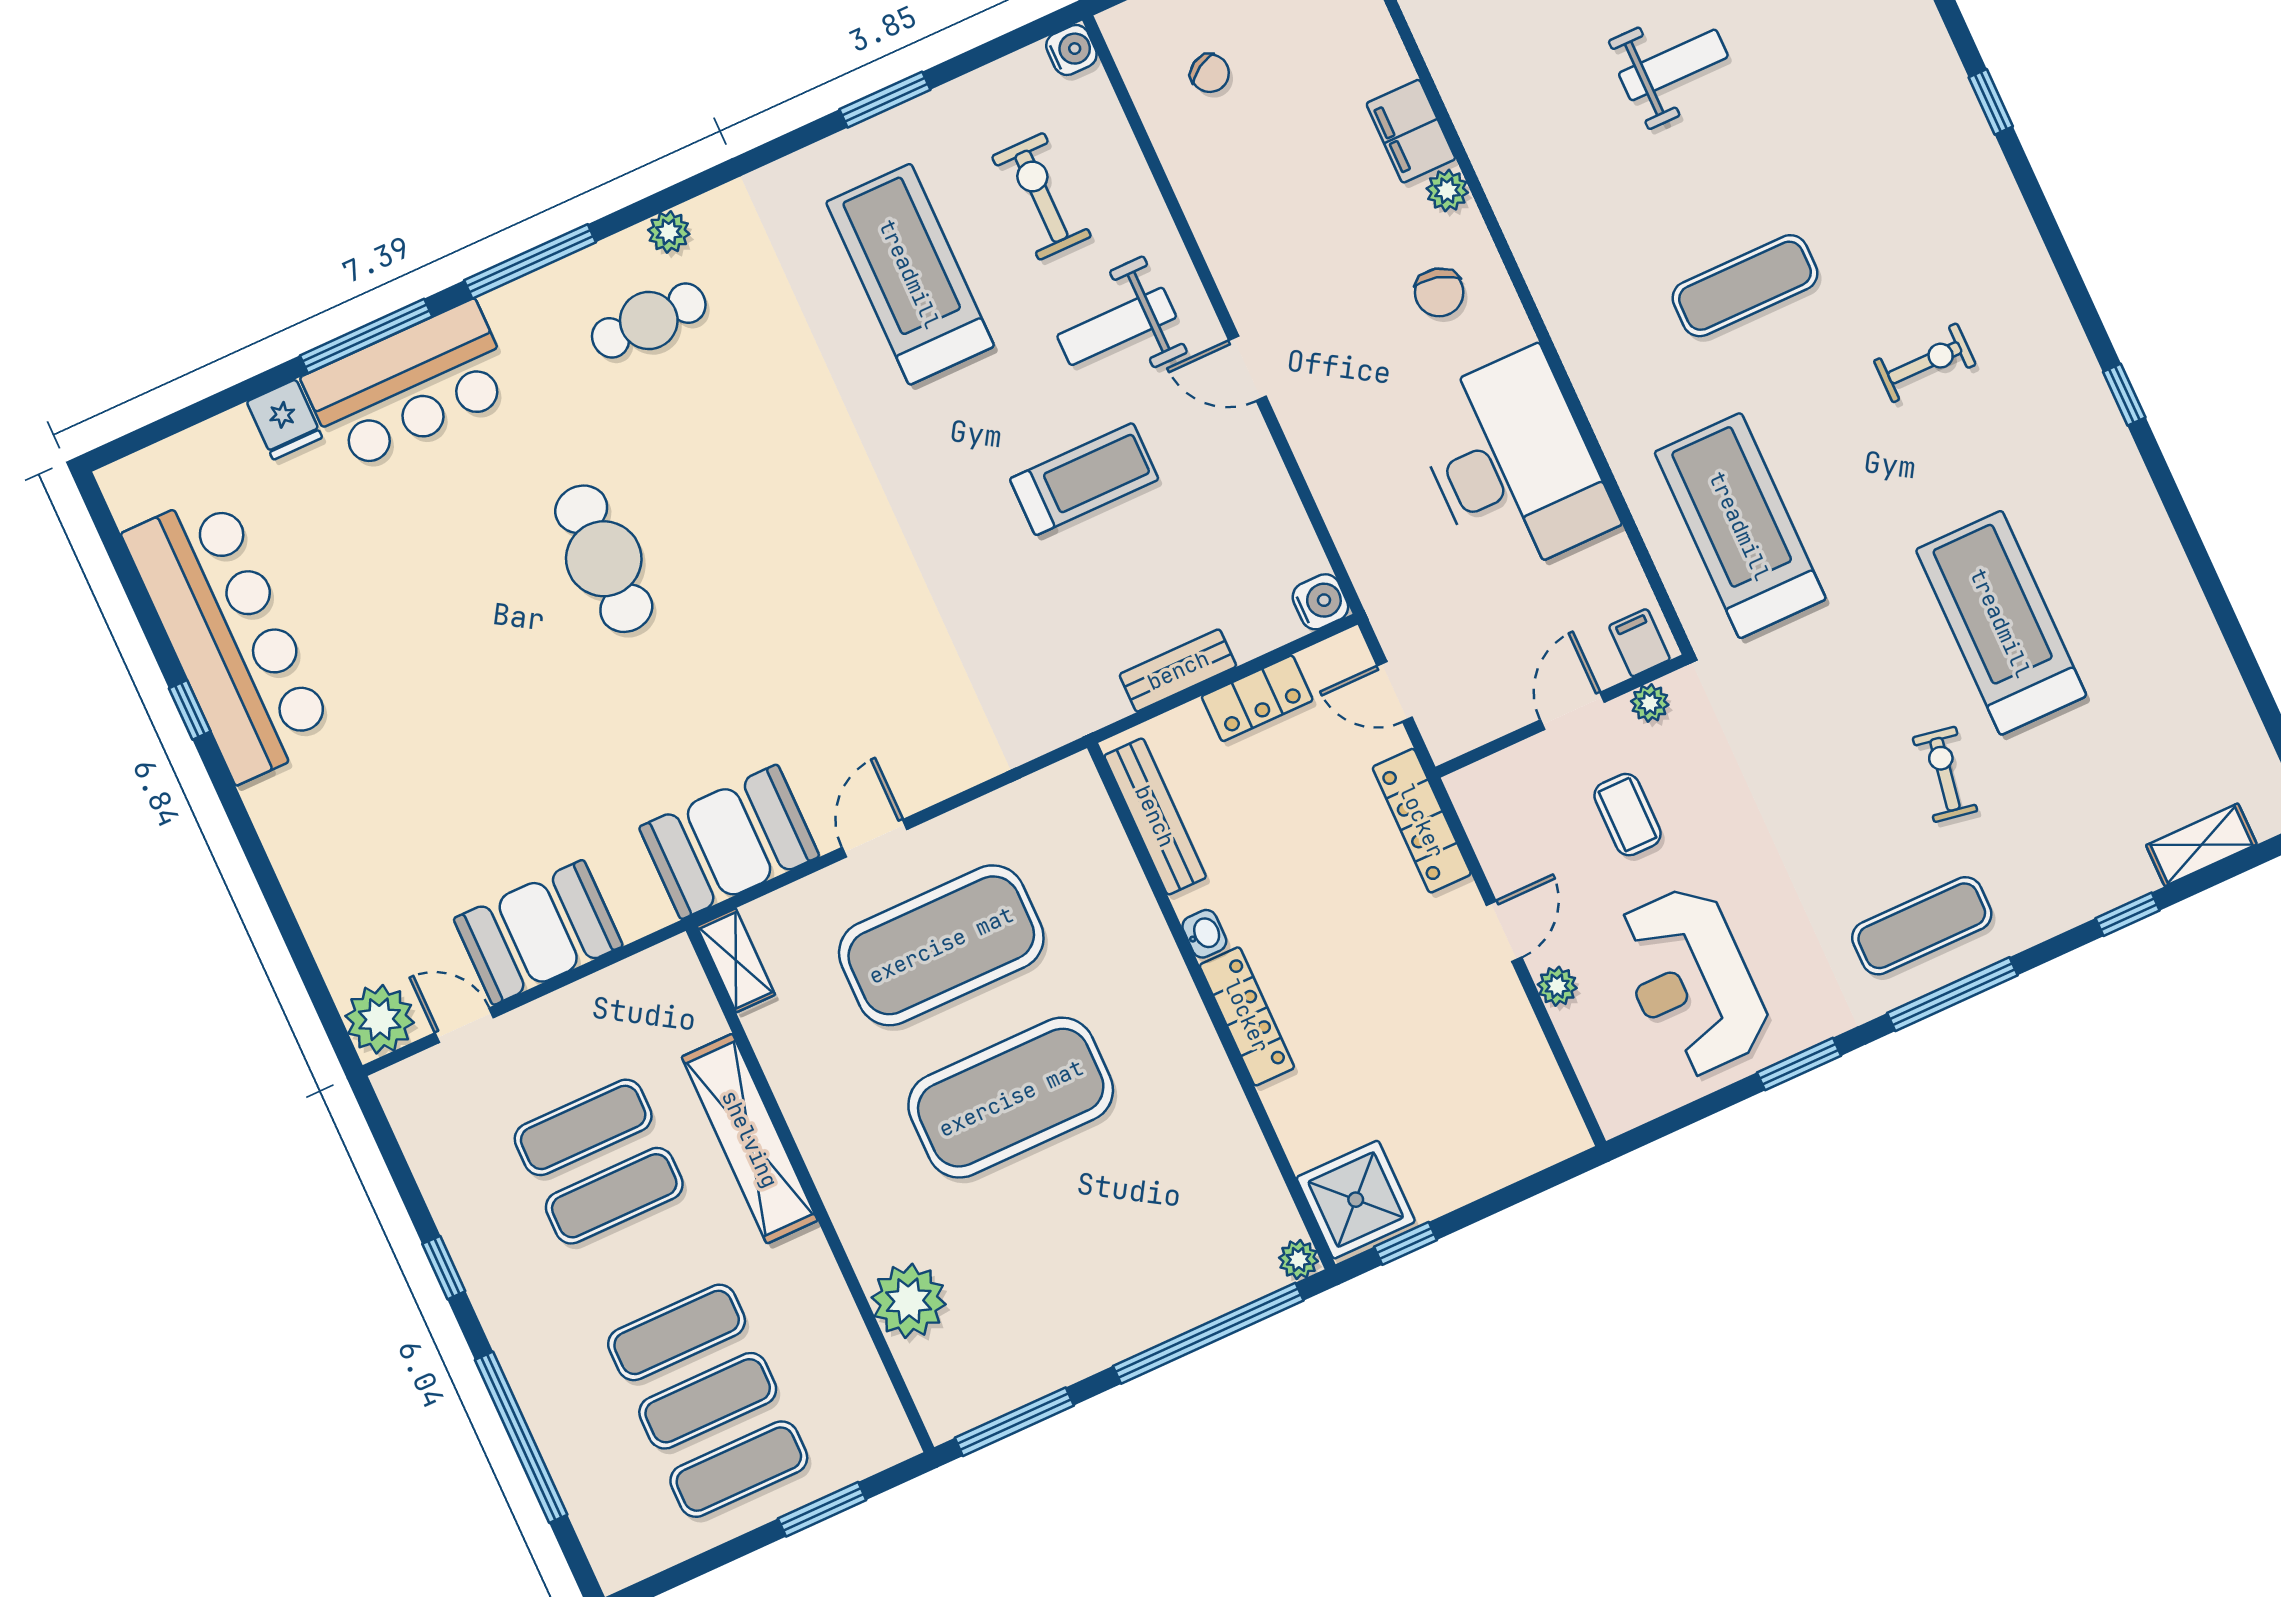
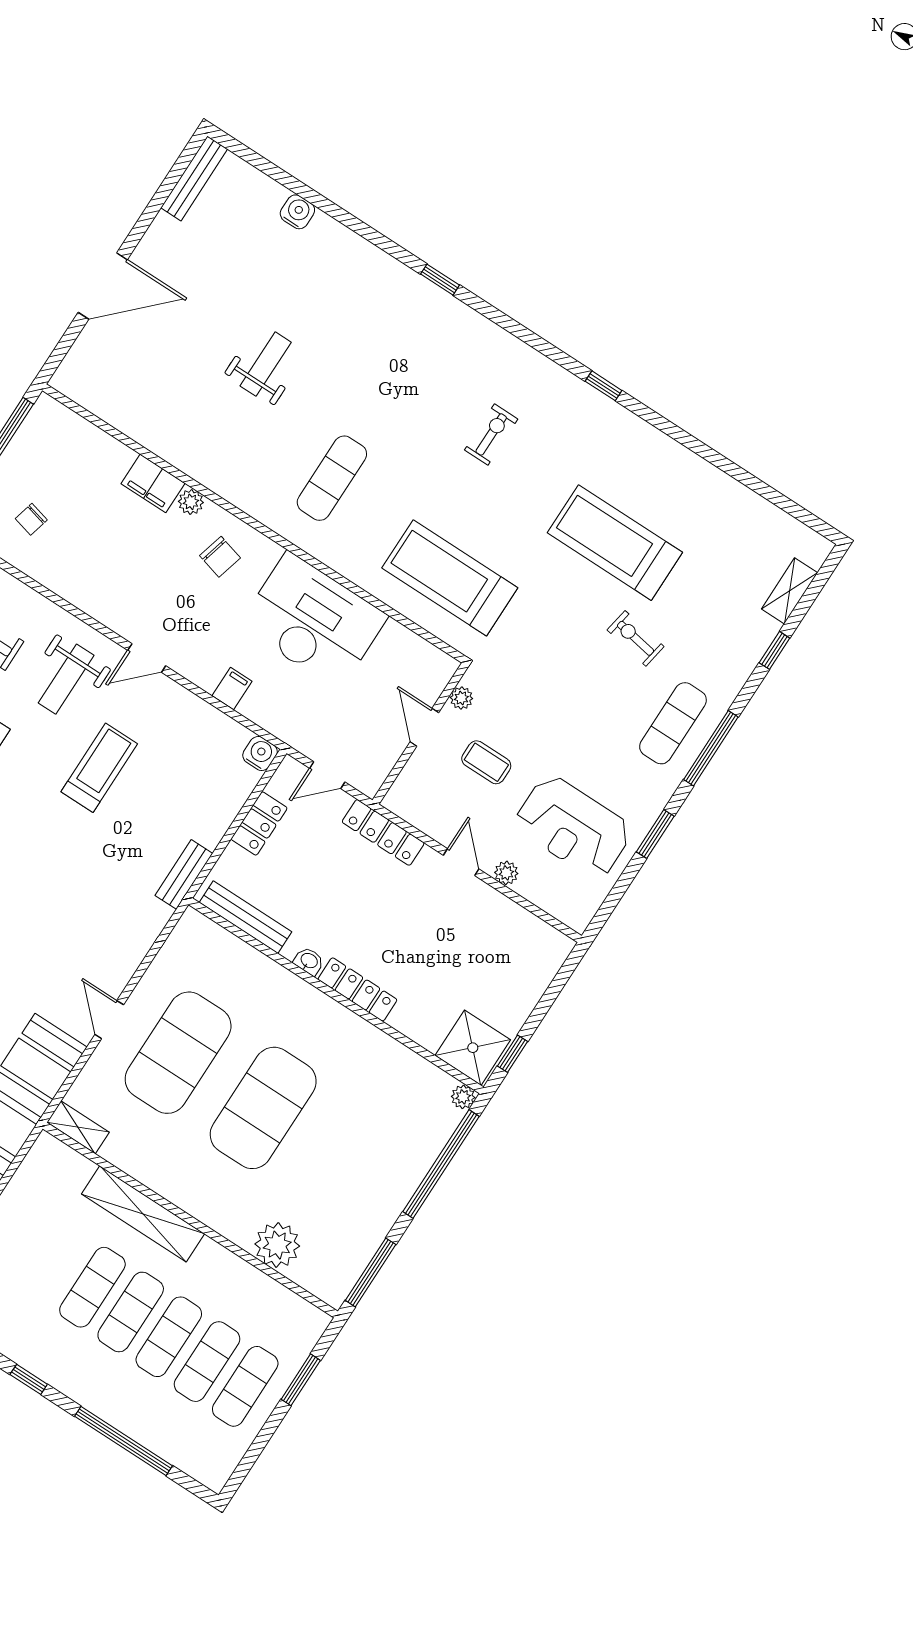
chair: (1210, 73) -> (31, 519), turned 135
exercise mat: (1745, 286) -> (332, 478), moved
filing cabinet: (1639, 643) -> (232, 689), moved, turned 90
bench: (1178, 670) -> (184, 874), moved
exercise mat: (583, 1127) -> (131, 1312), moved

